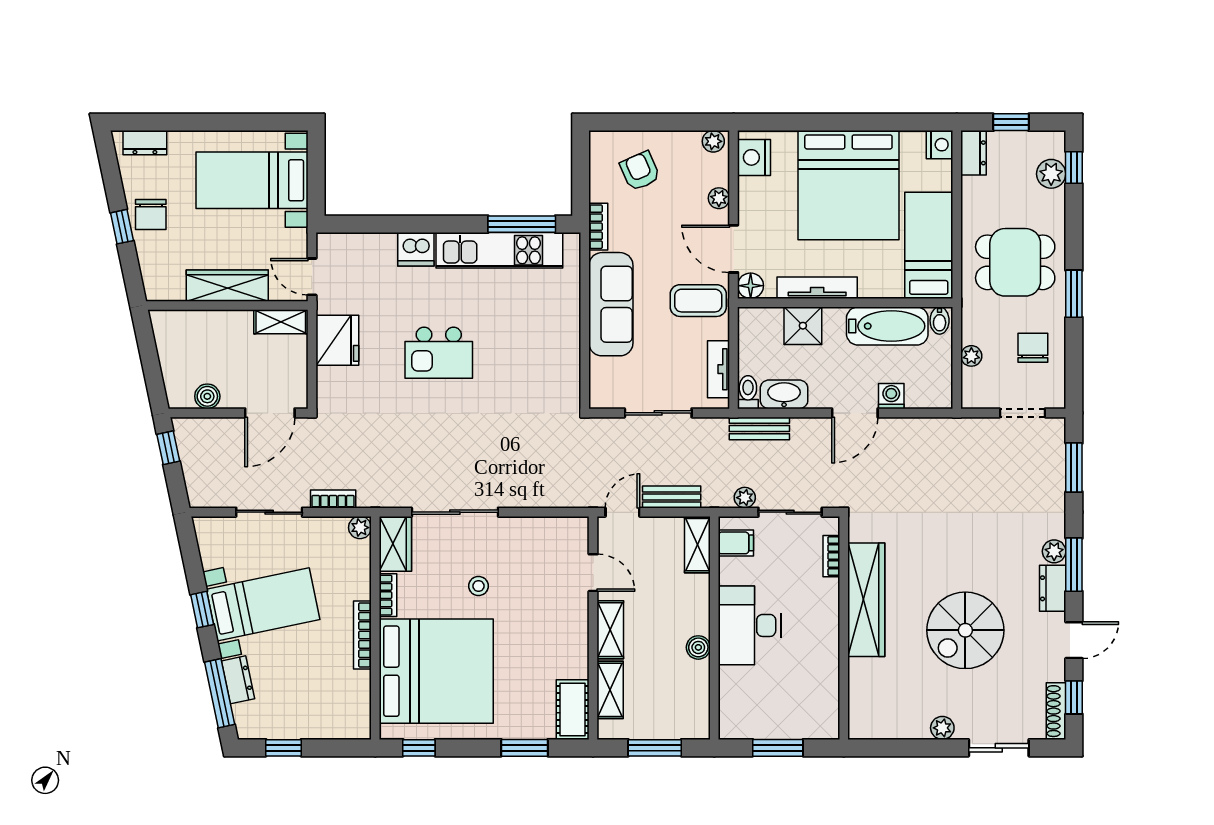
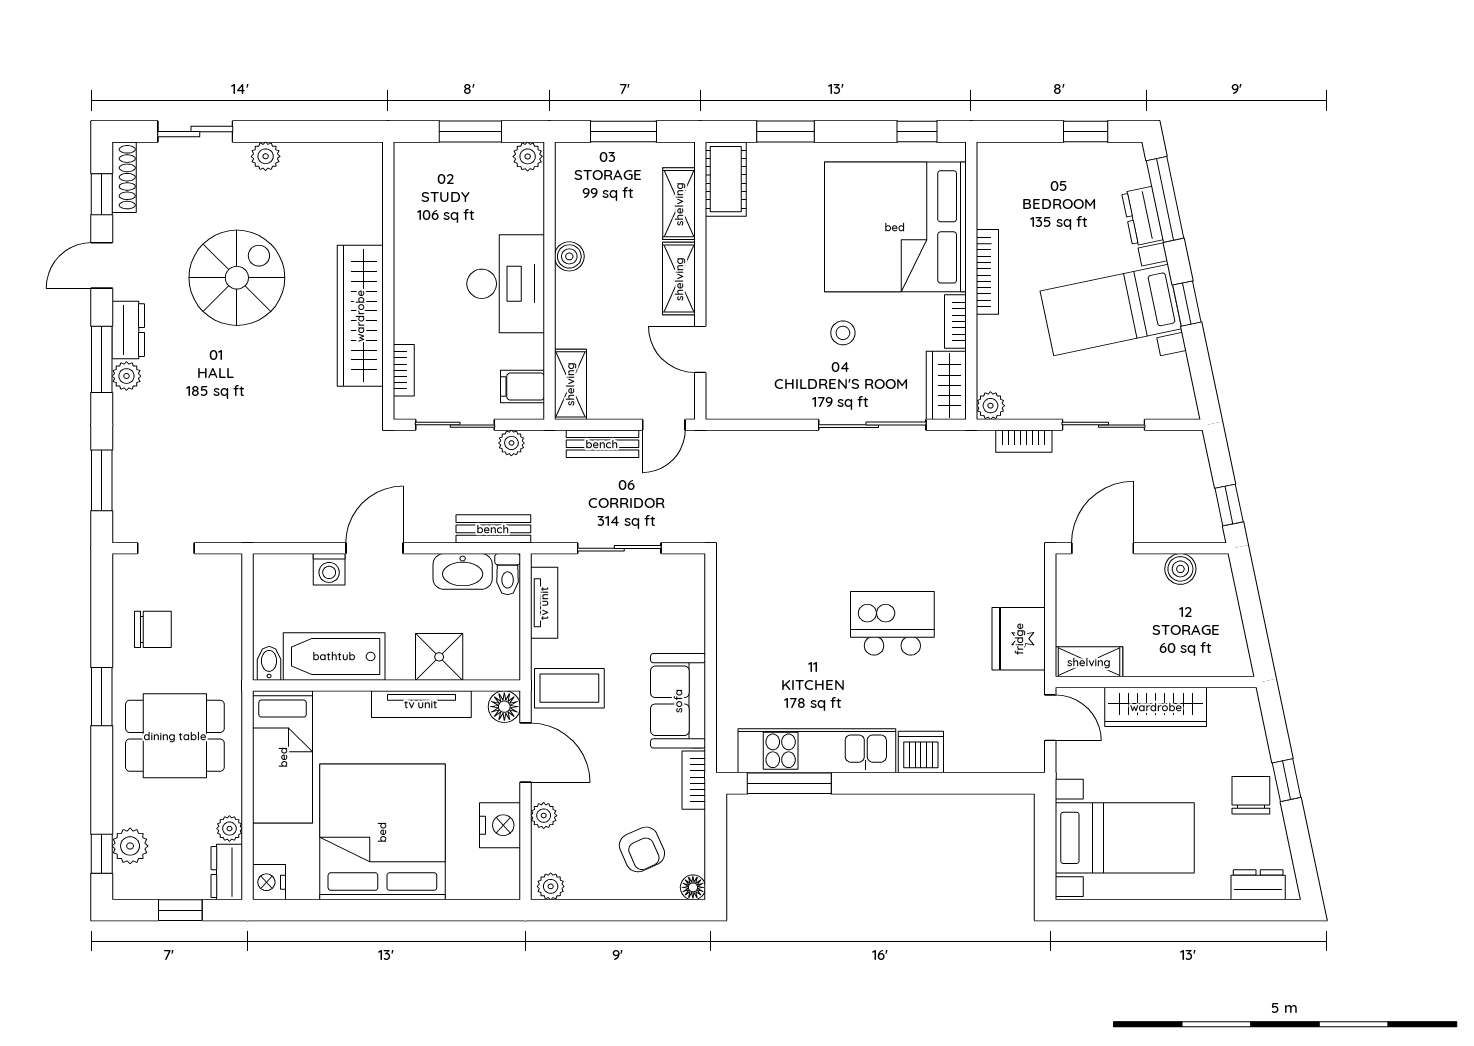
floor lamp: (599, 141) -> (693, 887), added
nightstand: (754, 157) -> (500, 825), moved
sofa: (611, 304) -> (678, 701), width x0.73
chair: (1033, 348) -> (153, 629), turned -90
plant: (971, 356) -> (229, 829), moved
plant: (732, 728) -> (528, 156), added

